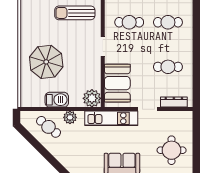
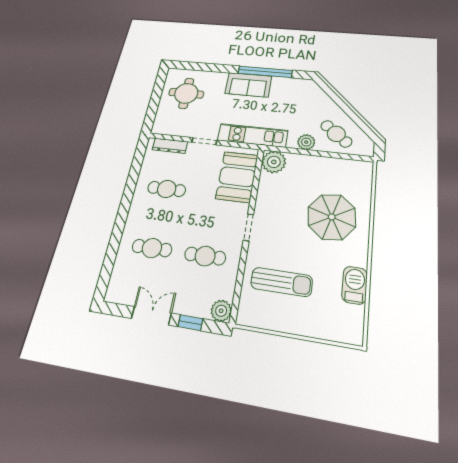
barbecue: (57, 100) -> (355, 285), moved, turned 90

